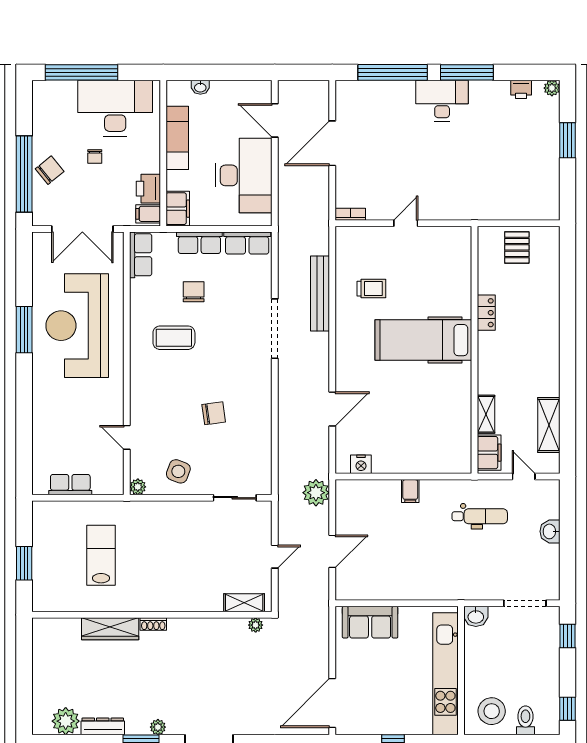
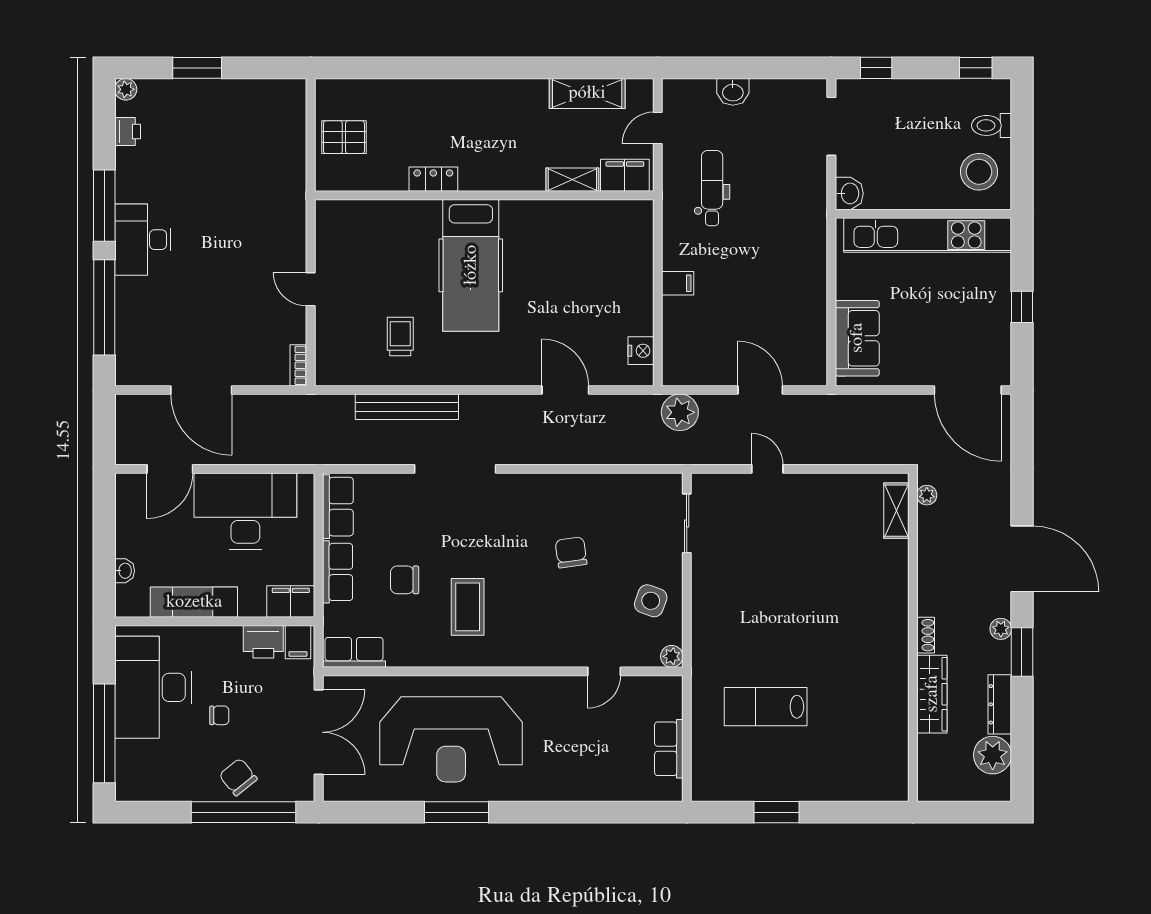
shelving: (244, 603) -> (896, 511), moved
wall: (152, 615) -> (913, 637), moved
shoe rack: (153, 624) -> (926, 635), moved
plant: (256, 625) -> (927, 495), moved
wardrobe: (110, 629) -> (932, 694), moved

